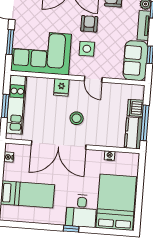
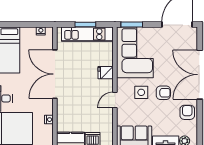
window: (10, 42) -> (132, 24), moved
stool: (77, 118) -> (79, 88), removed

